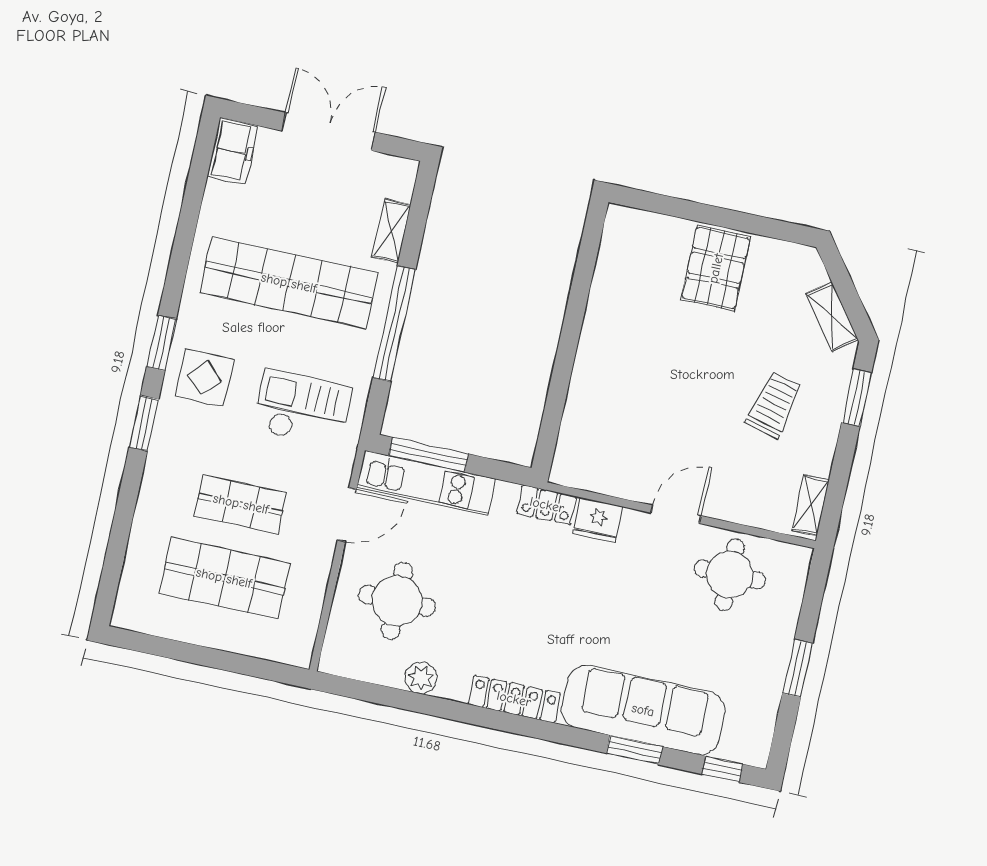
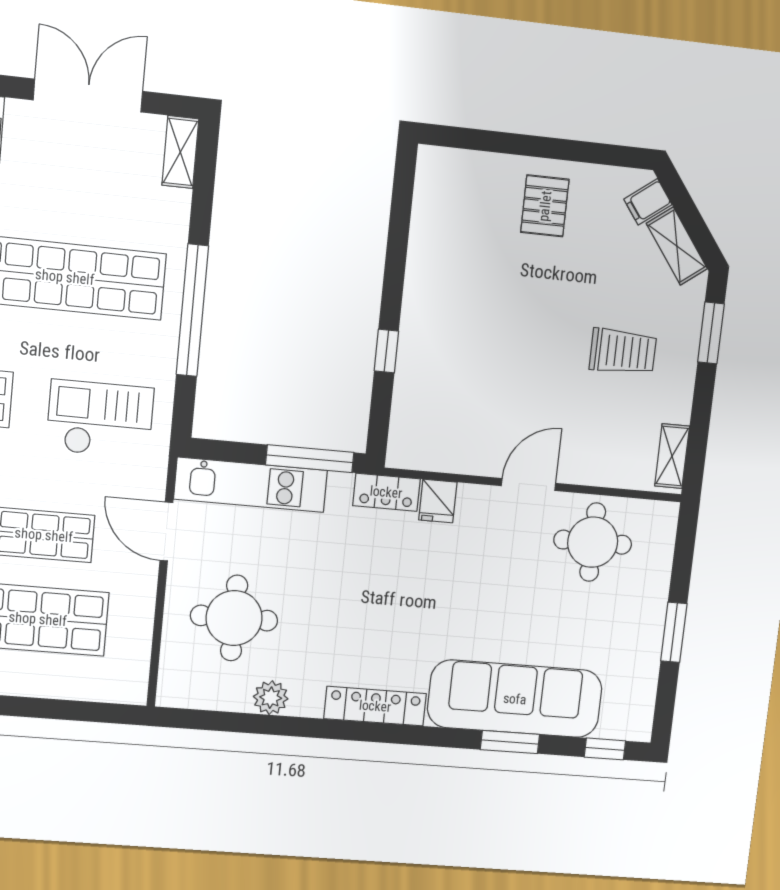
shelving: (391, 231) -> (180, 152), moved
pallet: (716, 268) -> (545, 206), width x0.67, depth x0.71
filing cabinet: (809, 275) -> (648, 202), added
window: (560, 379) -> (386, 351), added
trolley: (774, 405) -> (623, 351), turned 76
window: (429, 455) -> (310, 459), moved
door: (347, 515) -> (166, 531), swing flipped
fridge: (598, 520) -> (438, 501), width x0.72

